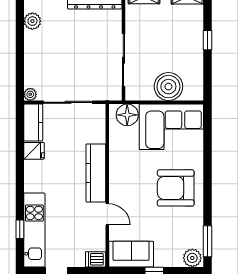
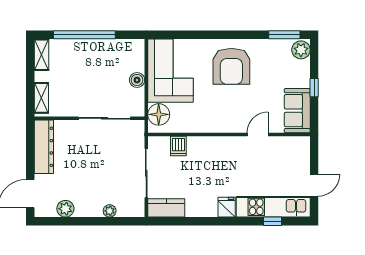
window: (207, 40) -> (84, 35), width x3.17
boiler: (168, 87) -> (137, 80), width x0.54, depth x0.54
plant: (30, 94) -> (110, 211), moved
fridge: (34, 151) -> (227, 207), moved
kitchen counter: (96, 173) -> (216, 146), removed
dishwasher: (96, 259) -> (178, 146), moved

